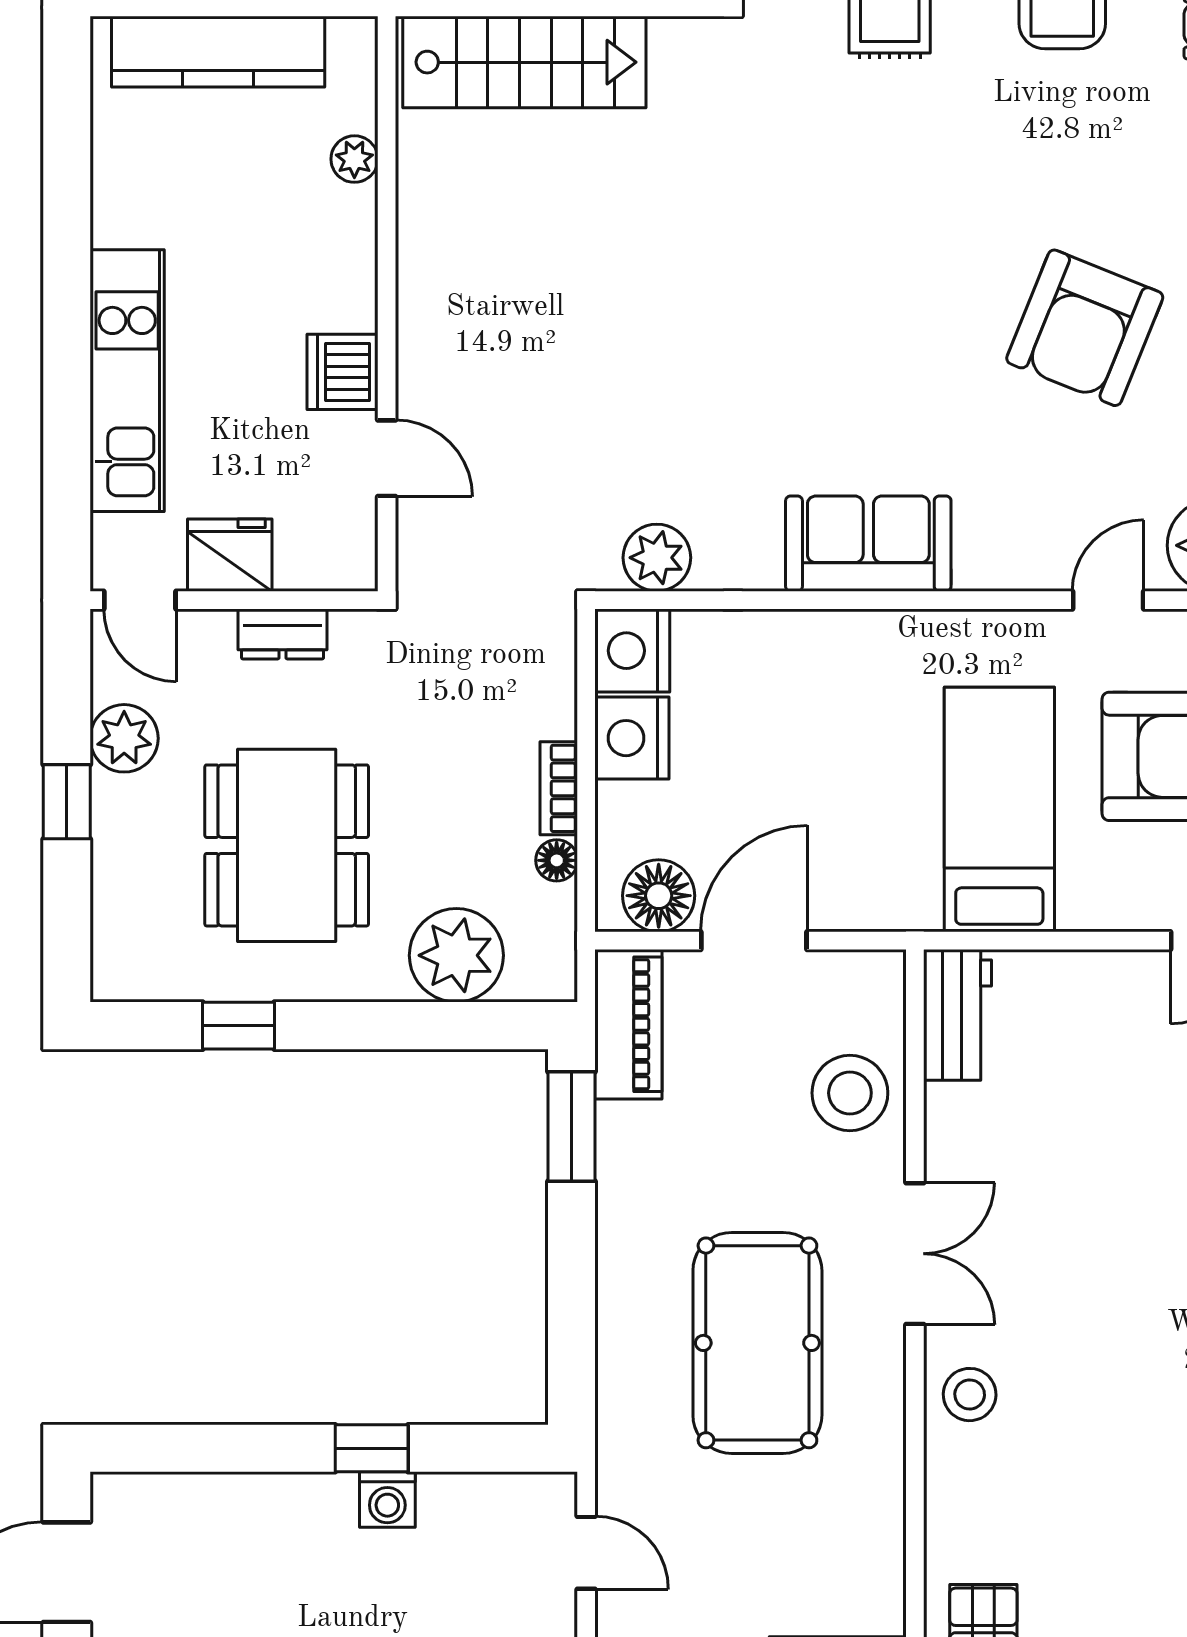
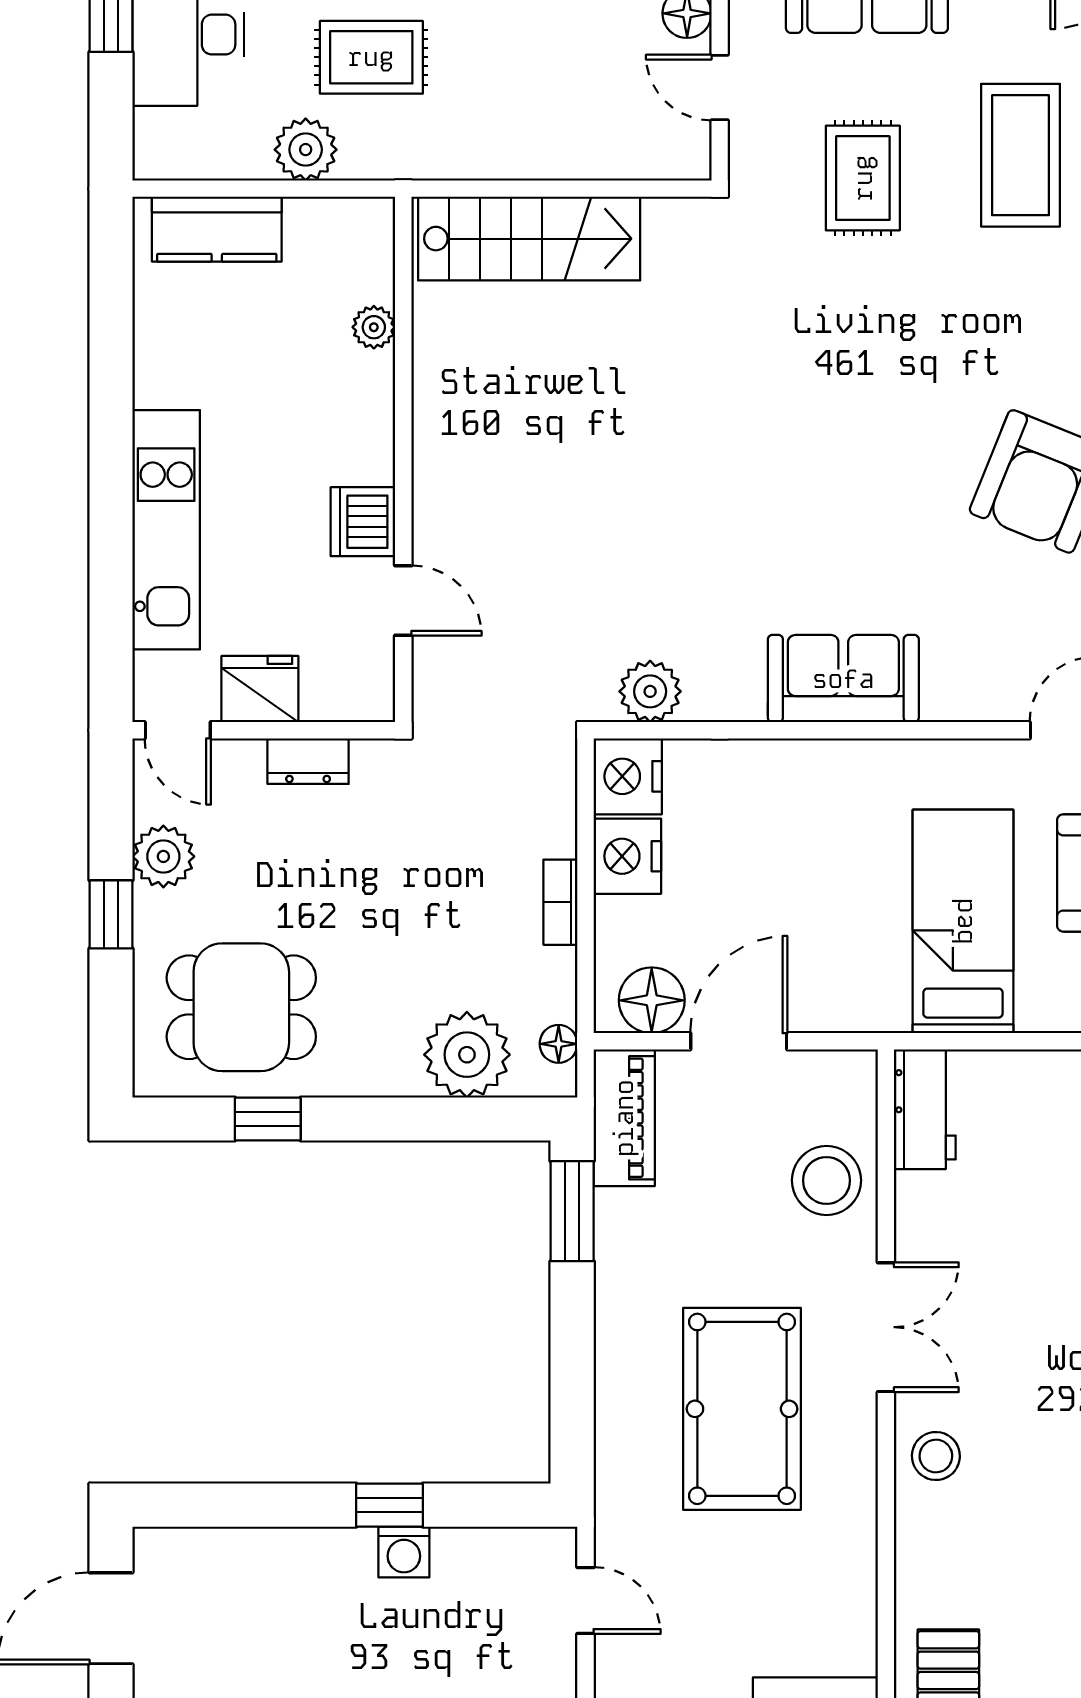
kitchen counter: (218, 52) -> (217, 229), width x0.67
dining table: (287, 845) -> (241, 1007), moved, width x0.73
floor lamp: (557, 860) -> (559, 1044), moved

